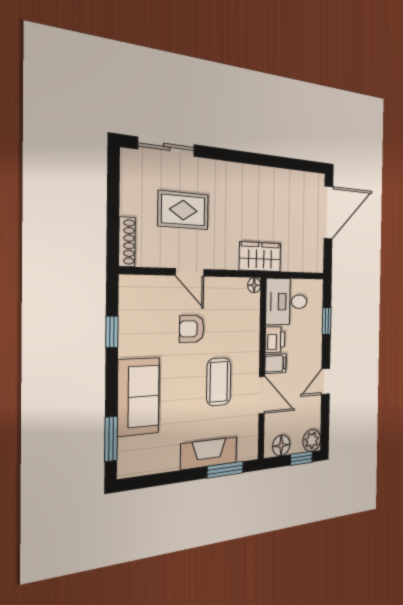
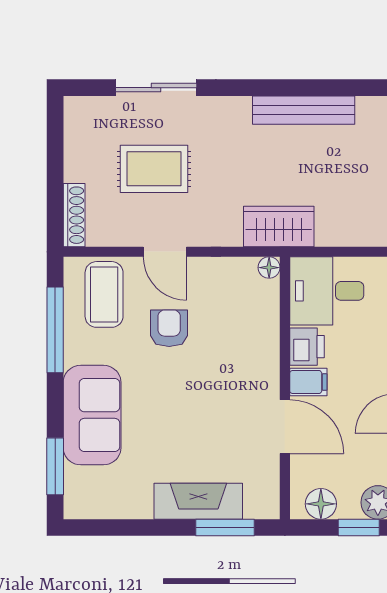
sliding door: (167, 147) -> (156, 88), moved
bench: (276, 177) -> (304, 110), added
armchair: (192, 329) -> (169, 328), turned 90
window: (112, 332) -> (55, 330), width x2.17
coffee table: (219, 382) -> (104, 294), moved

